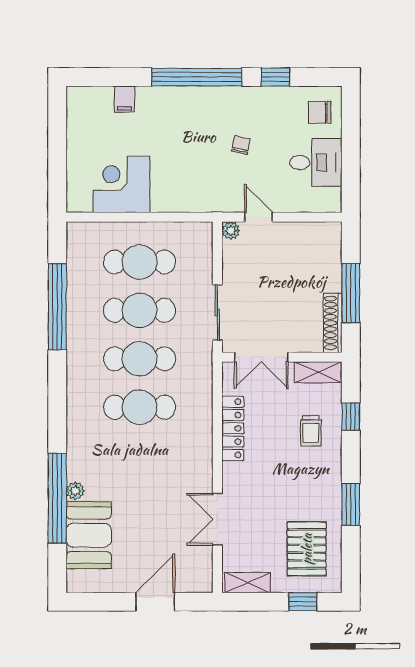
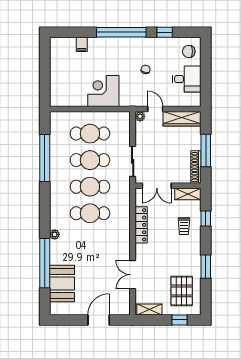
corner desk: (122, 184) -> (103, 91), moved
wardrobe: (307, 235) -> (182, 119), added
plant: (75, 491) -> (55, 234), moved

